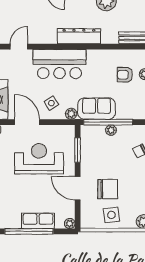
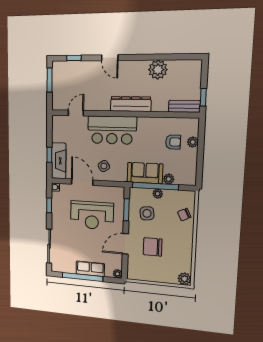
armchair: (125, 75) -> (173, 142), turned 180
plant: (71, 114) -> (169, 179), moved
reception desk: (39, 159) -> (92, 215), turned 180
door: (78, 188) -> (125, 244), hinge flipped
chair: (108, 189) -> (153, 247), turned 180
side table: (111, 215) -> (147, 213), moved

